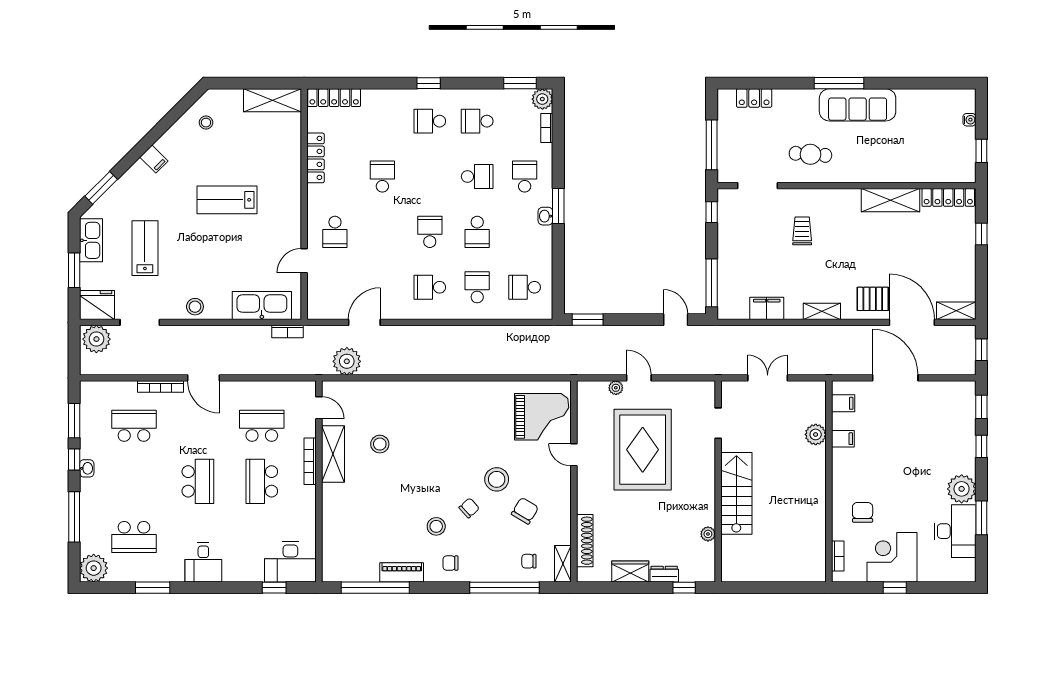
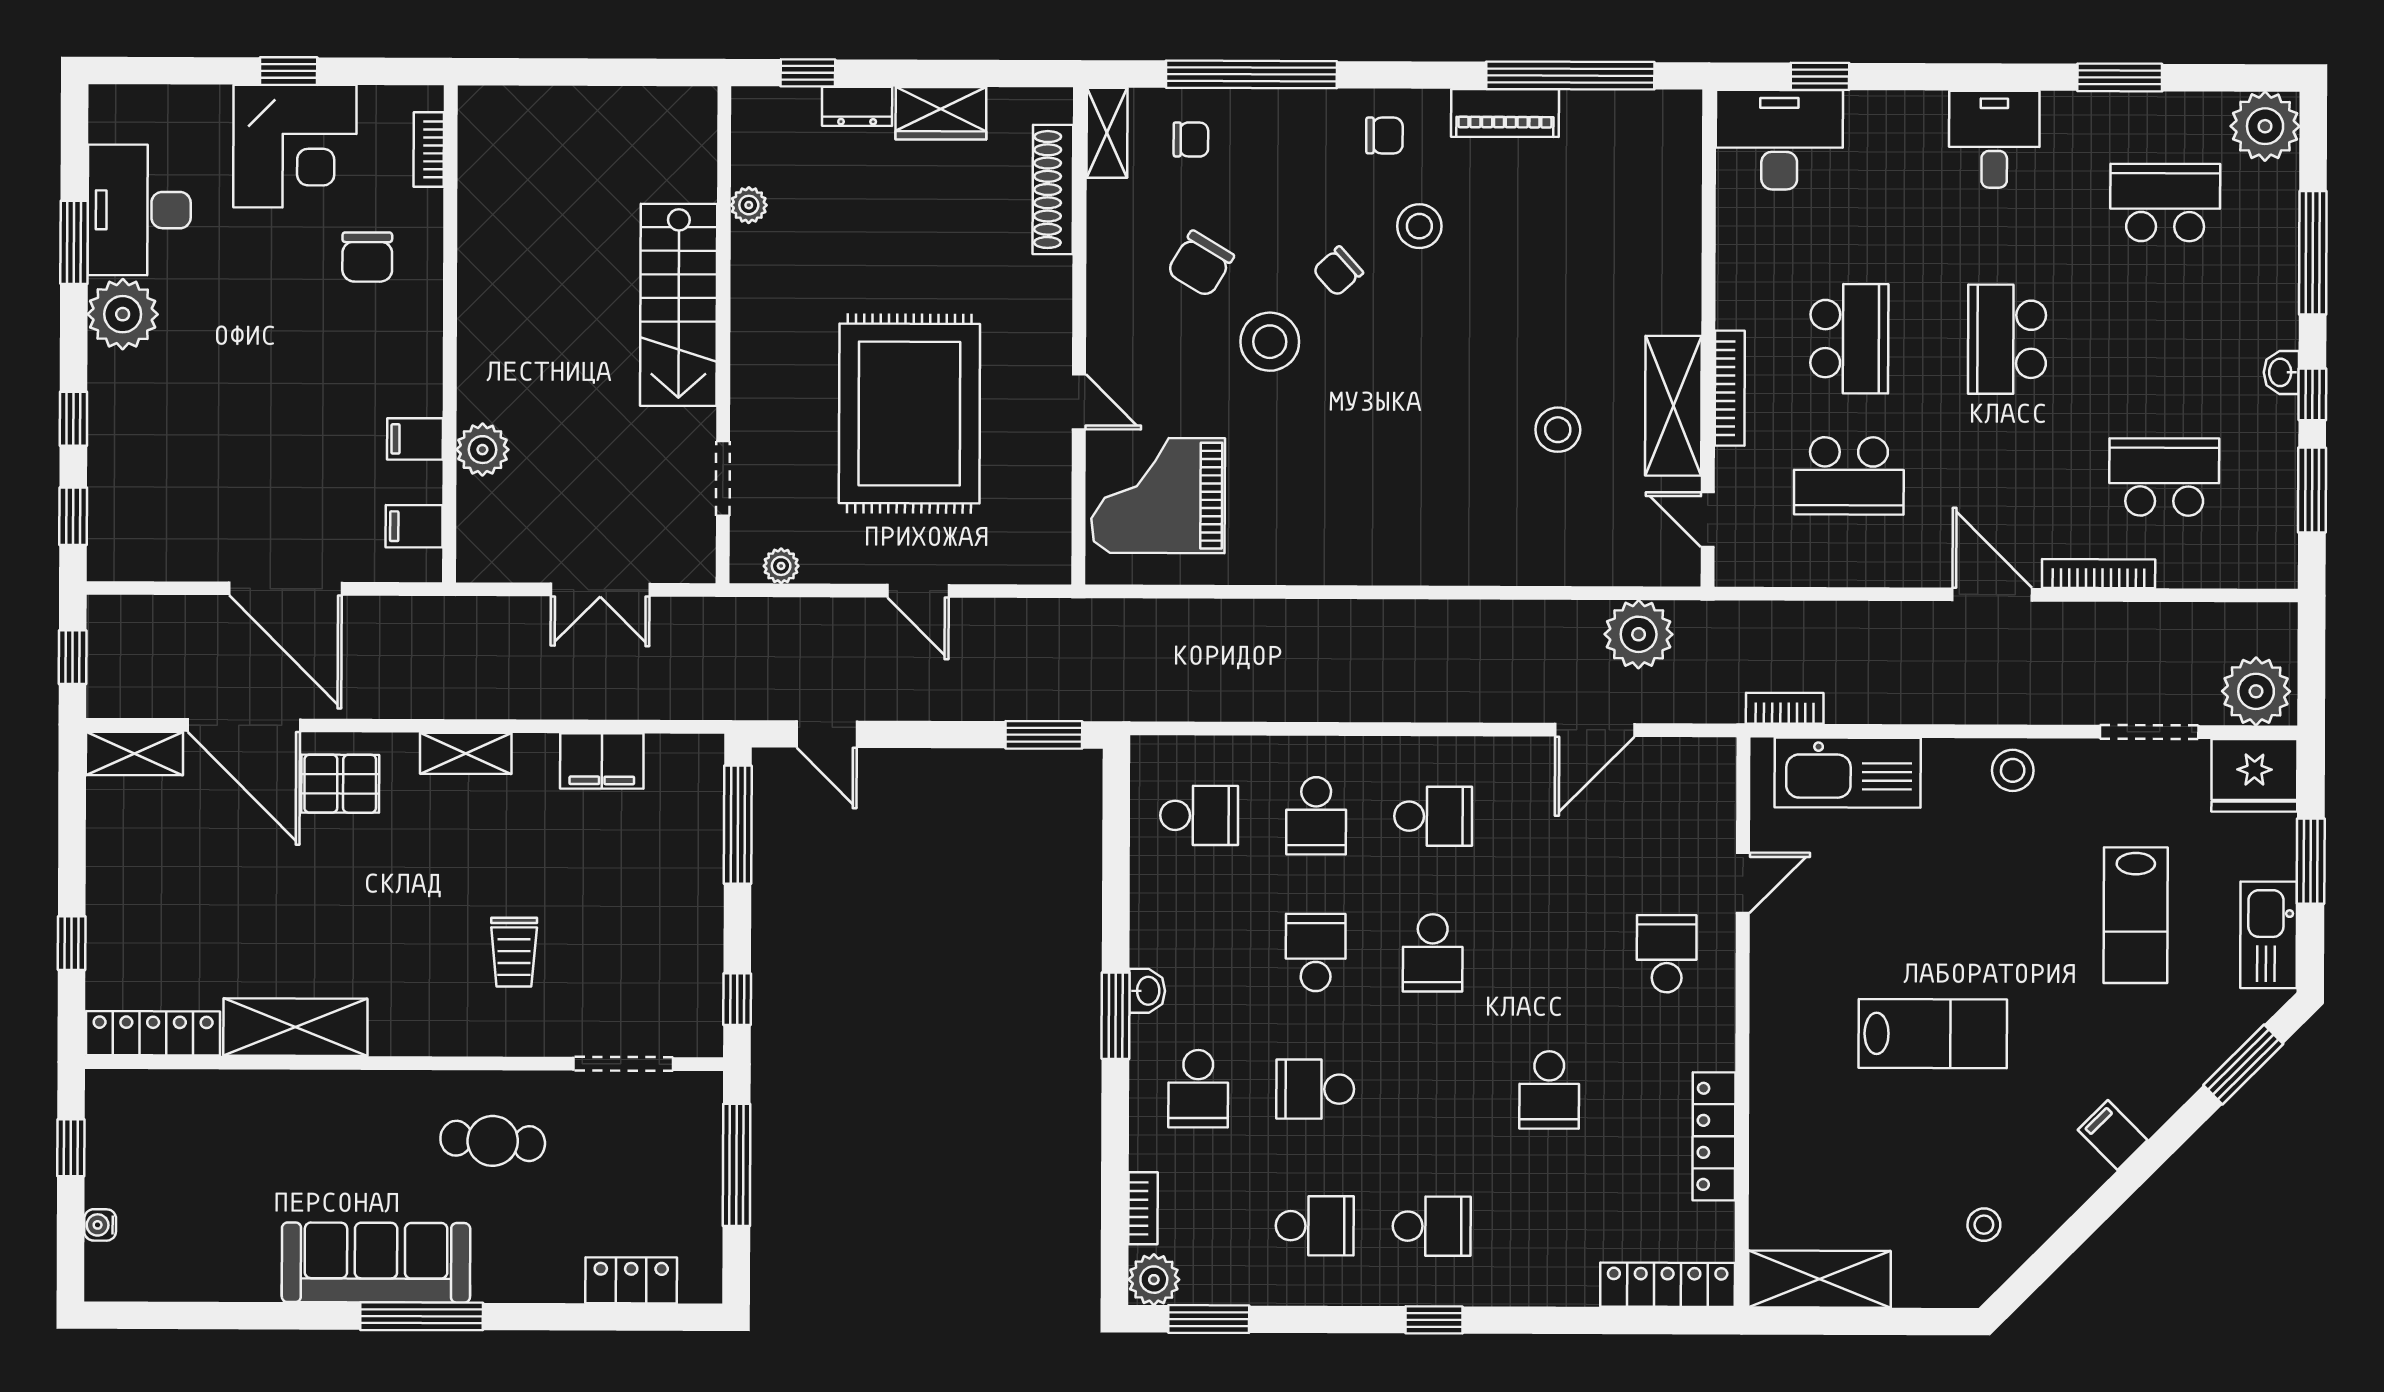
plant: (616, 388) -> (781, 566), moved
school desk: (134, 426) -> (2164, 477), turned 180

